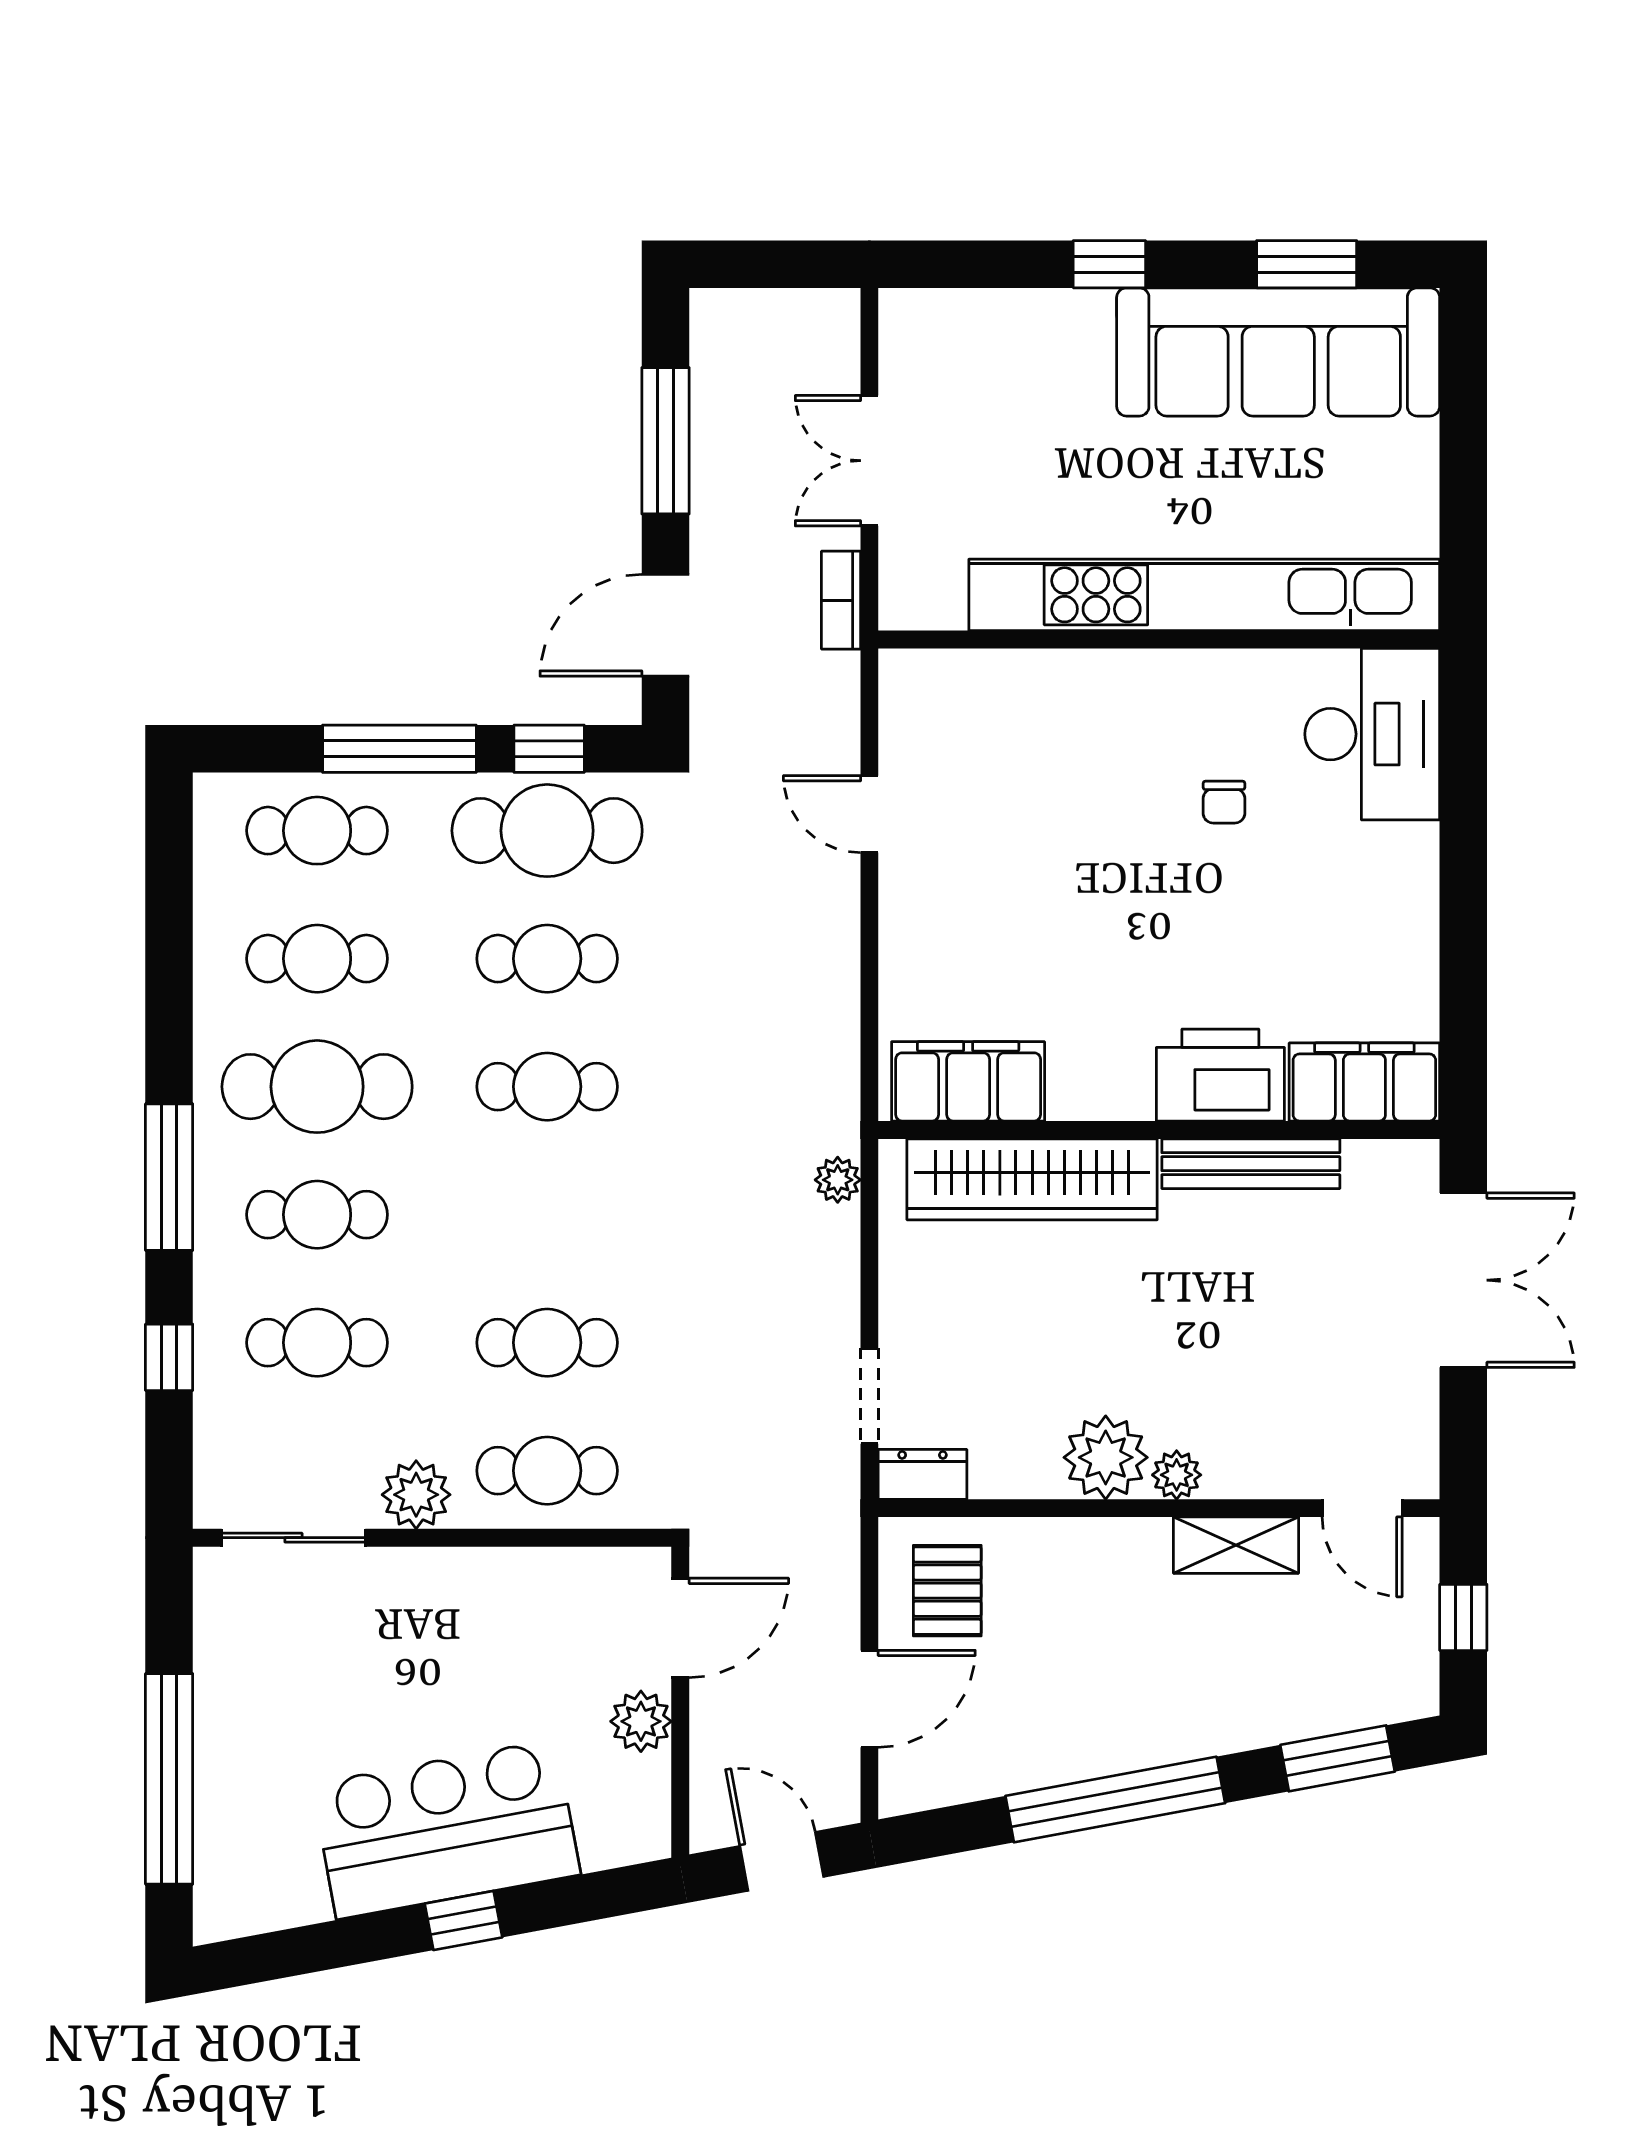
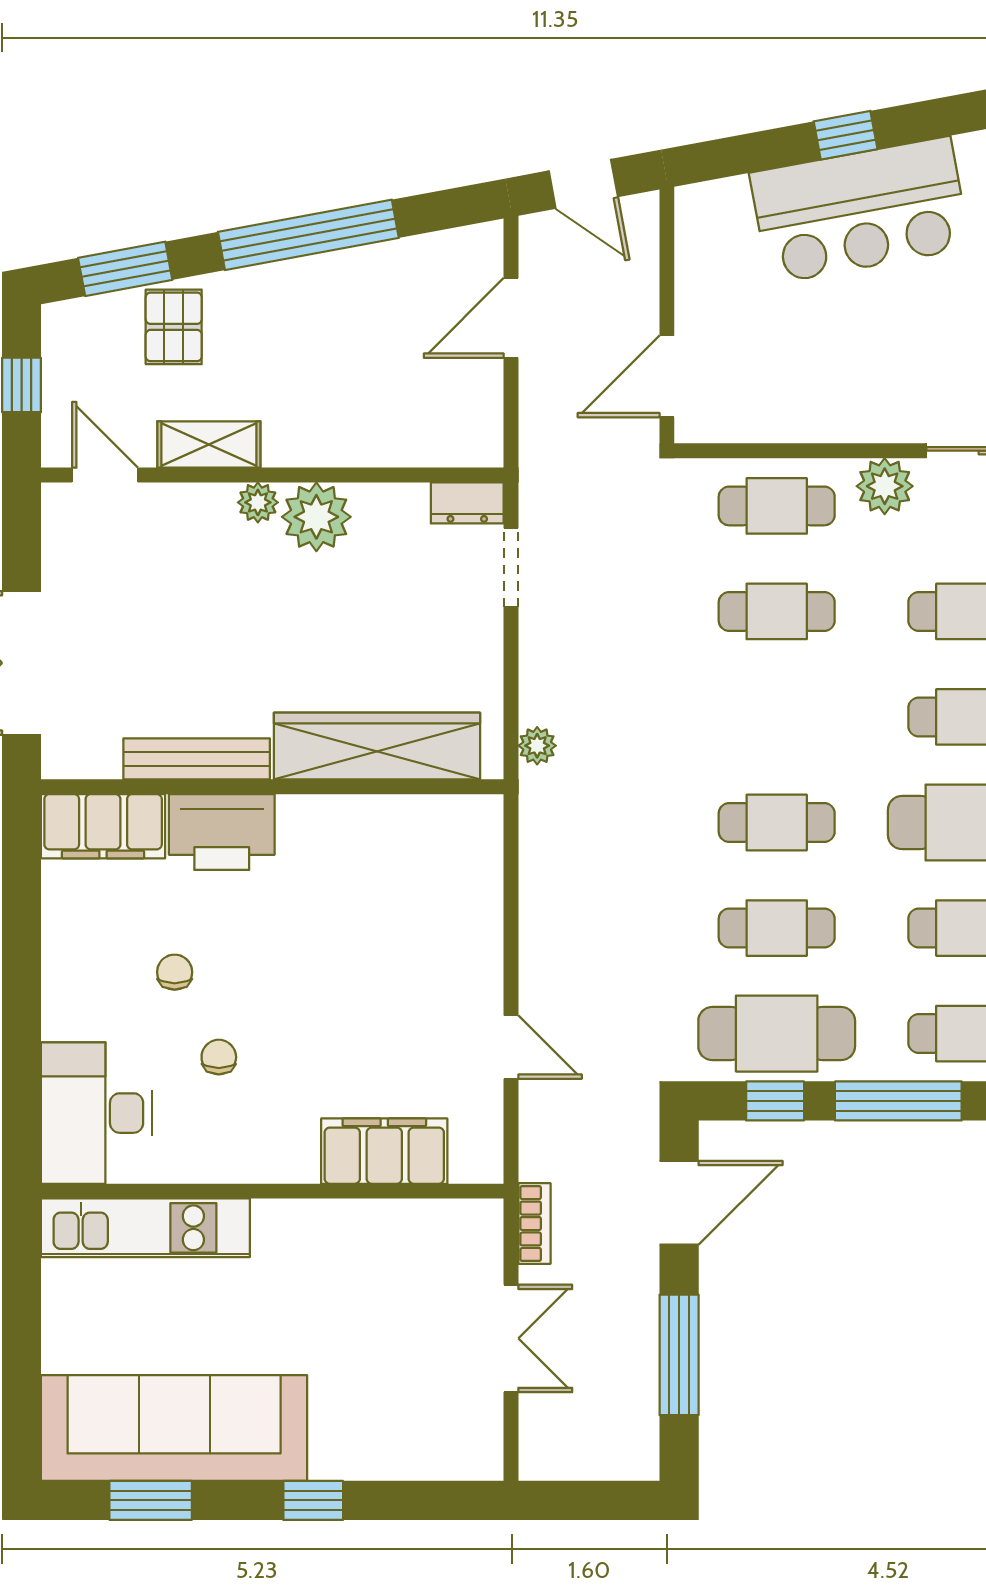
kitchen unit: (1204, 595) -> (145, 1228), width x0.54
chair: (1278, 905) -> (175, 972), added
filing cabinet: (968, 1081) -> (384, 1151), moved, turned 180
pallet: (947, 1591) -> (174, 327), moved
plant: (641, 1721) -> (699, 299), removed

